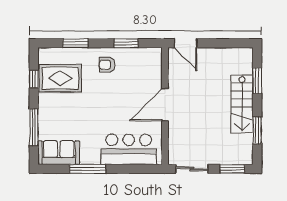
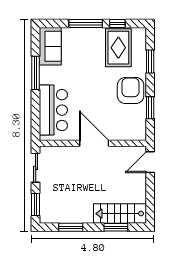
armchair: (107, 65) -> (131, 91), width x1.88, depth x1.88
stairs: (242, 104) -> (120, 214), moved
window: (34, 127) -> (86, 24), moved

